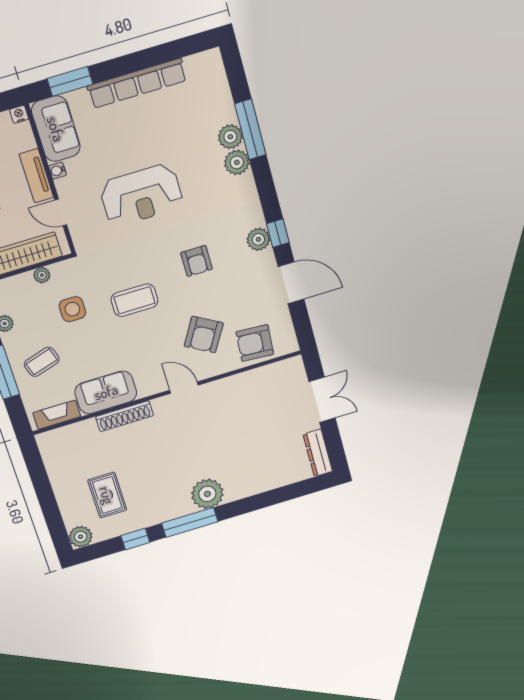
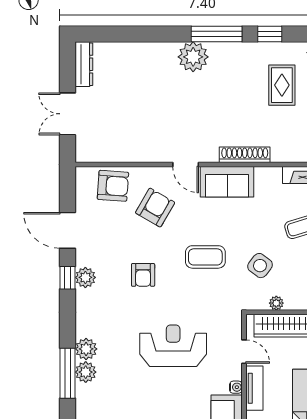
armchair: (196, 261) -> (143, 275), turned 180
side table: (72, 309) -> (260, 266), turned 37
sofa: (106, 392) -> (227, 182), moved

